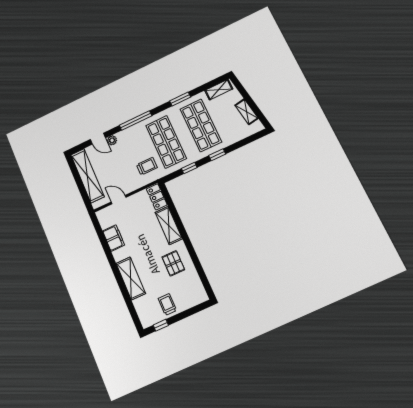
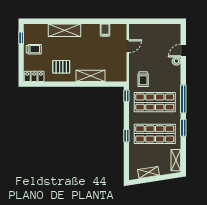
window: (135, 121) -> (183, 99), moved
window: (189, 168) -> (126, 96), moved
shelving: (87, 176) -> (158, 30), removed
locker: (157, 197) -> (34, 76), moved
filing cabinet: (114, 238) -> (105, 30), width x0.50

